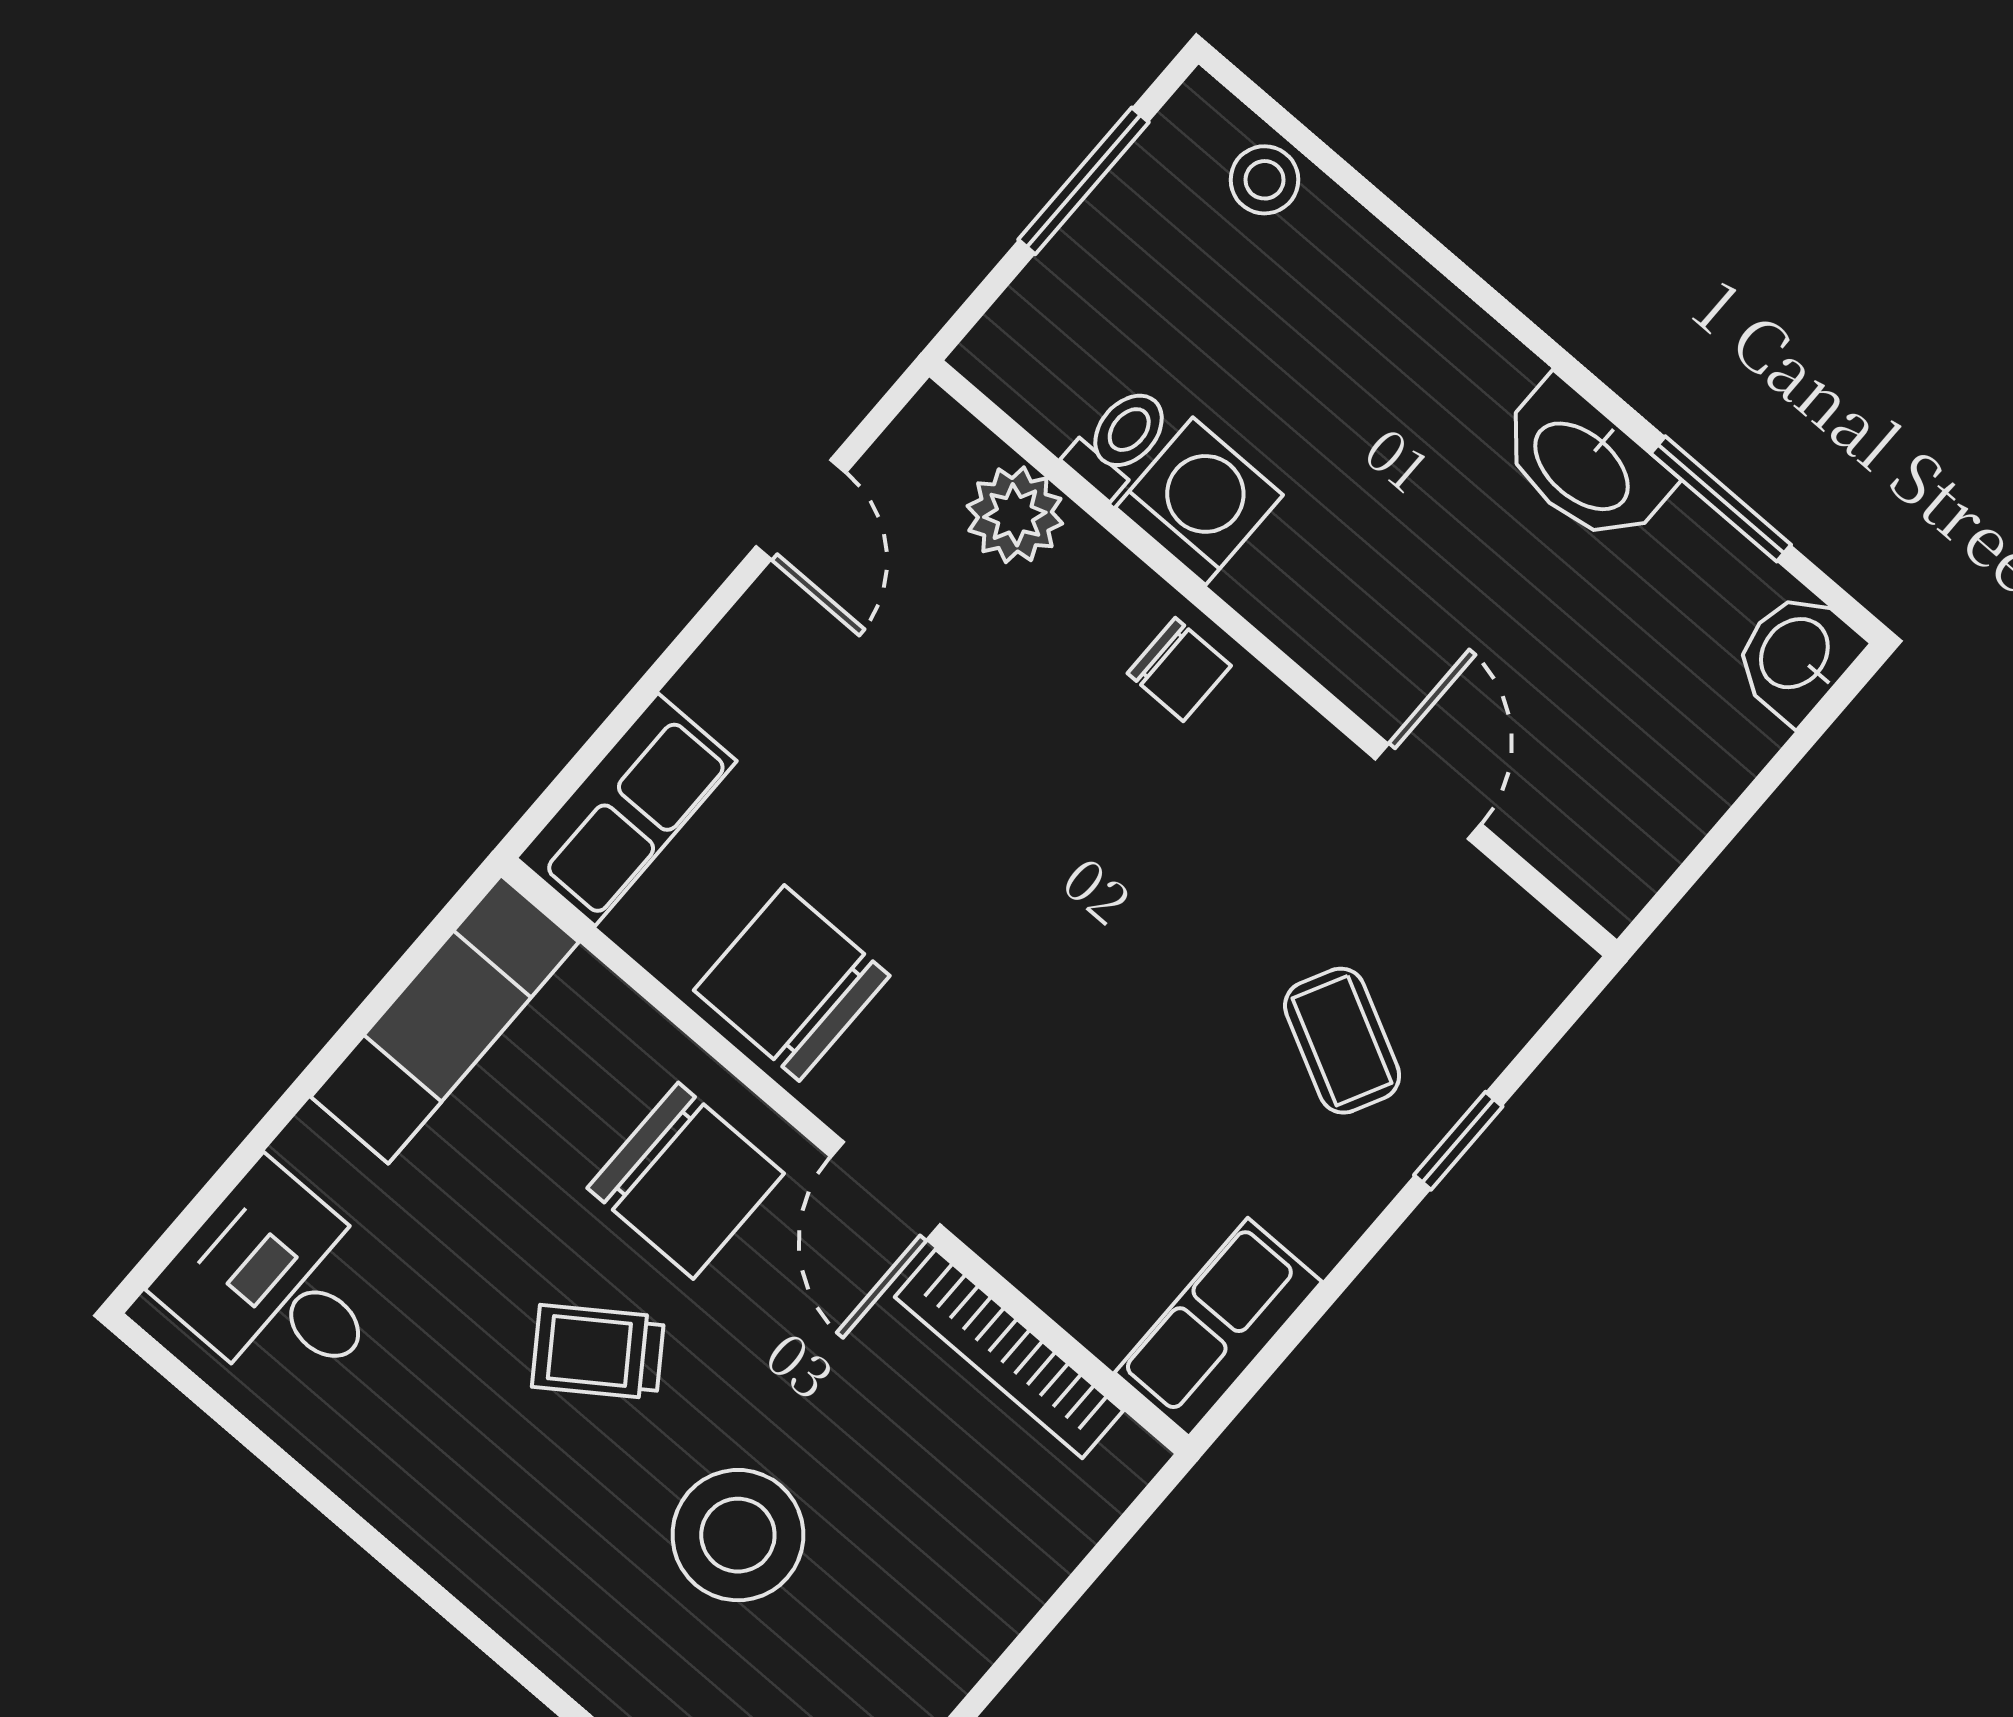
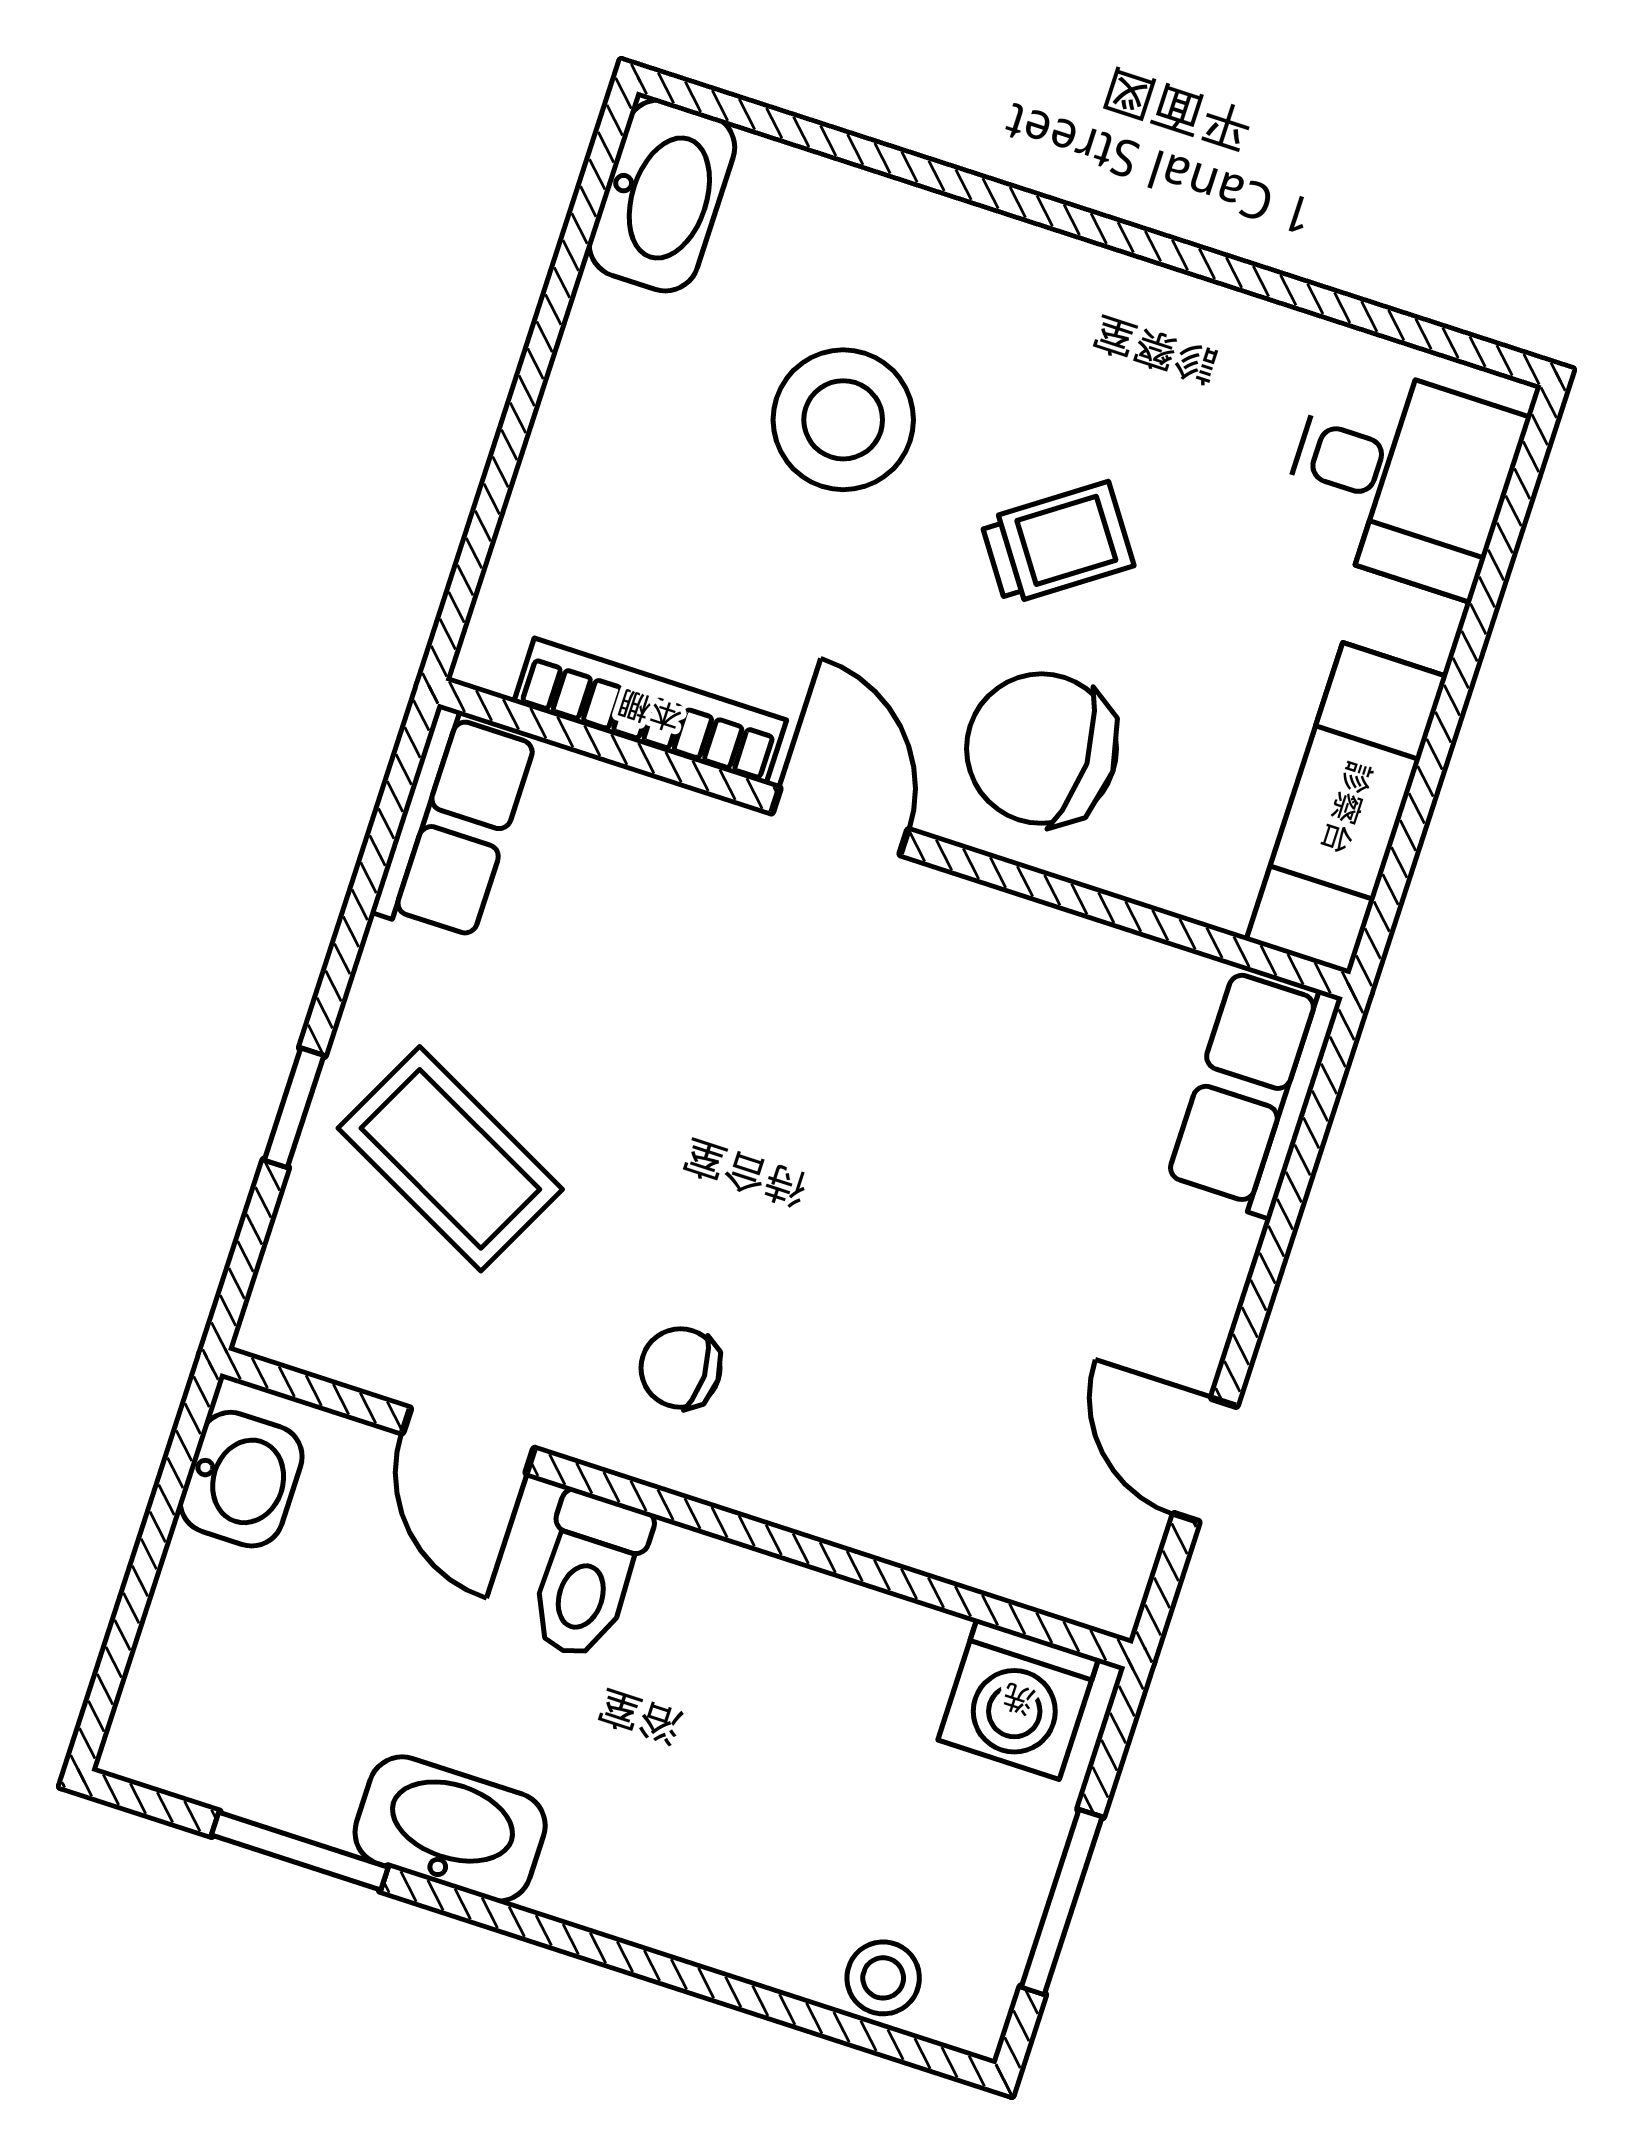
toilet: (1119, 441) -> (588, 1575), moved, width x1.37, depth x1.39
washing machine: (1199, 501) -> (1018, 1699), moved
plant: (1015, 515) -> (991, 1543), removed
washbasin: (1797, 655) -> (241, 1479), moved
chair: (1179, 669) -> (681, 1368), moved
chair: (792, 983) -> (1018, 988), removed
coffee table: (1342, 1041) -> (450, 1159), width x1.36, depth x1.30

